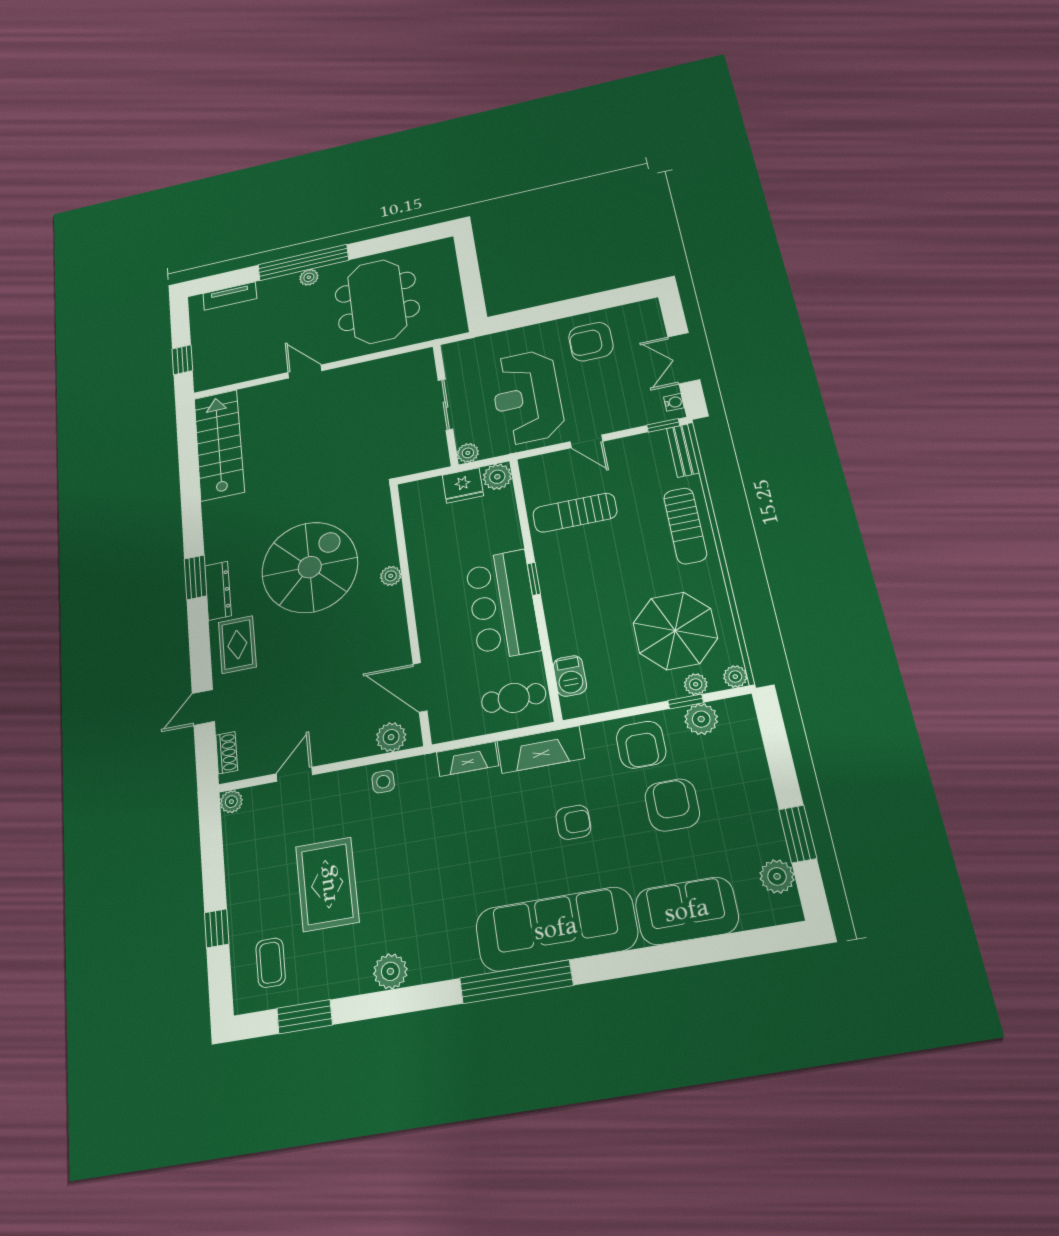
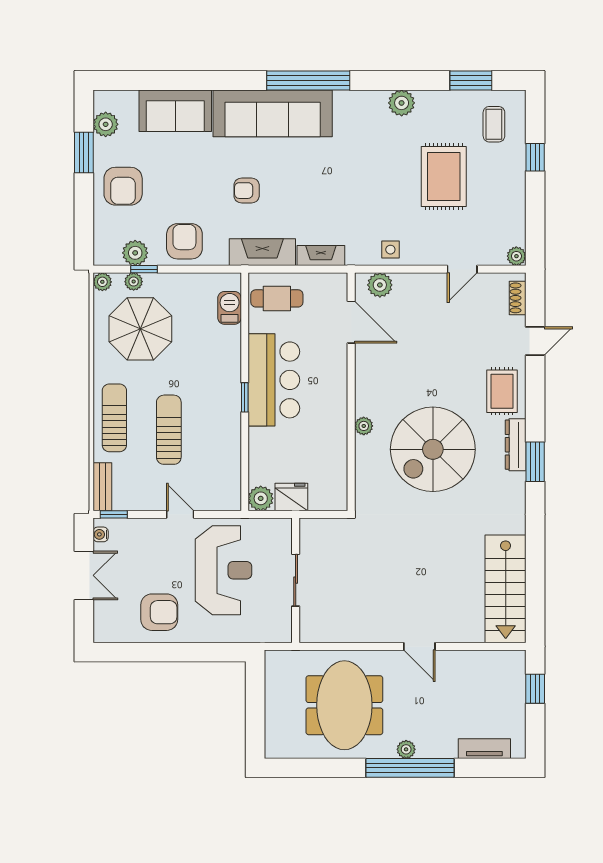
plant: (468, 453) -> (283, 527), removed
sun lounger: (575, 513) -> (169, 430), moved, turned -90
armchair: (672, 805) -> (123, 186), moved

